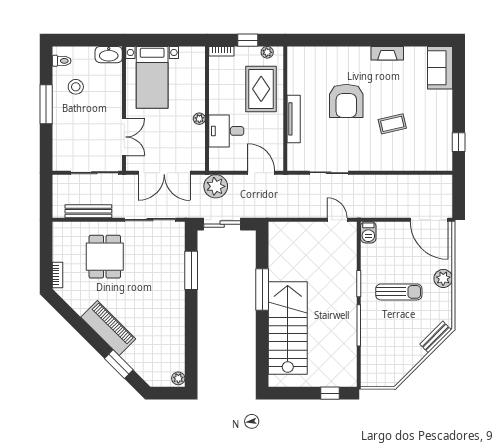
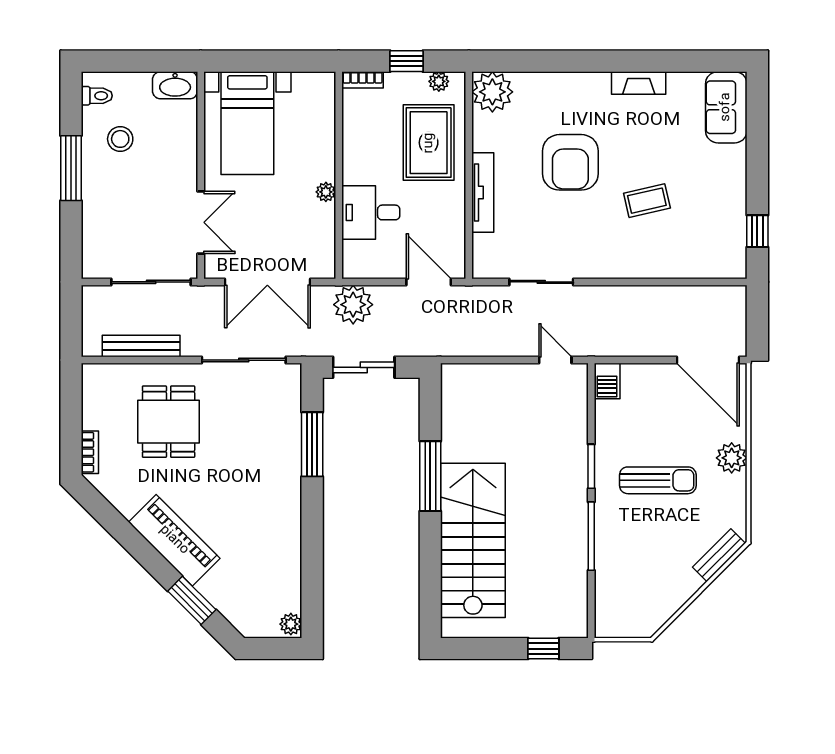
plant: (299, 58) -> (492, 92), added

